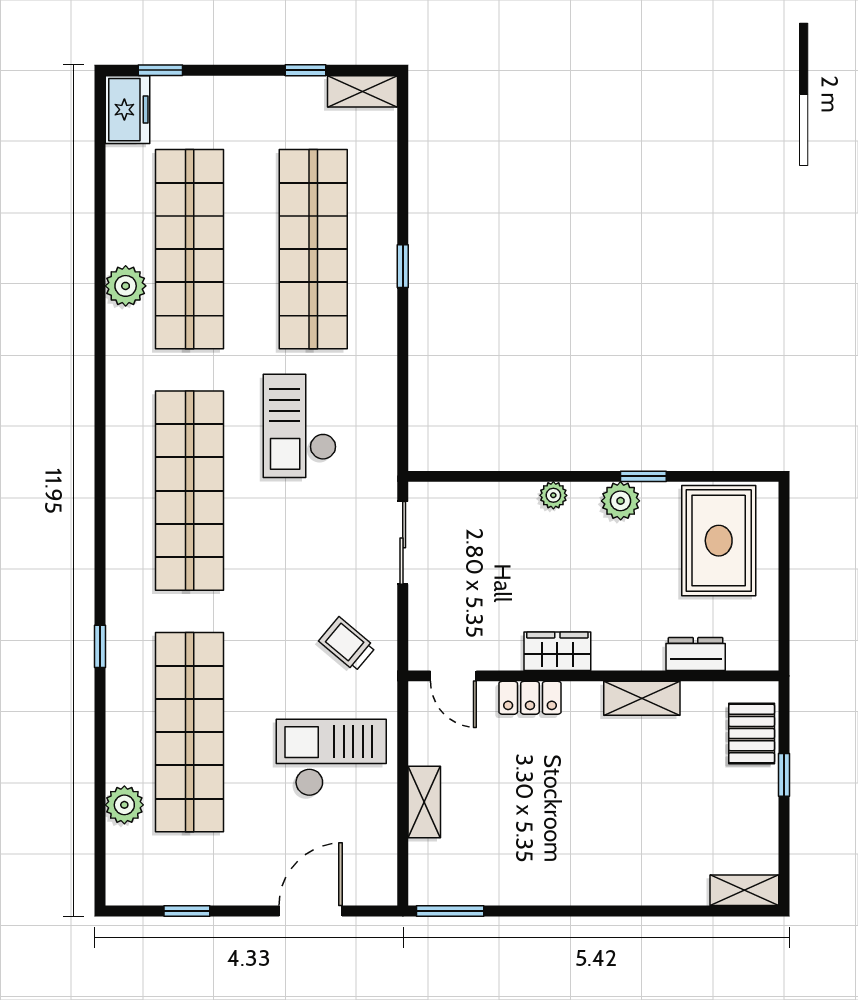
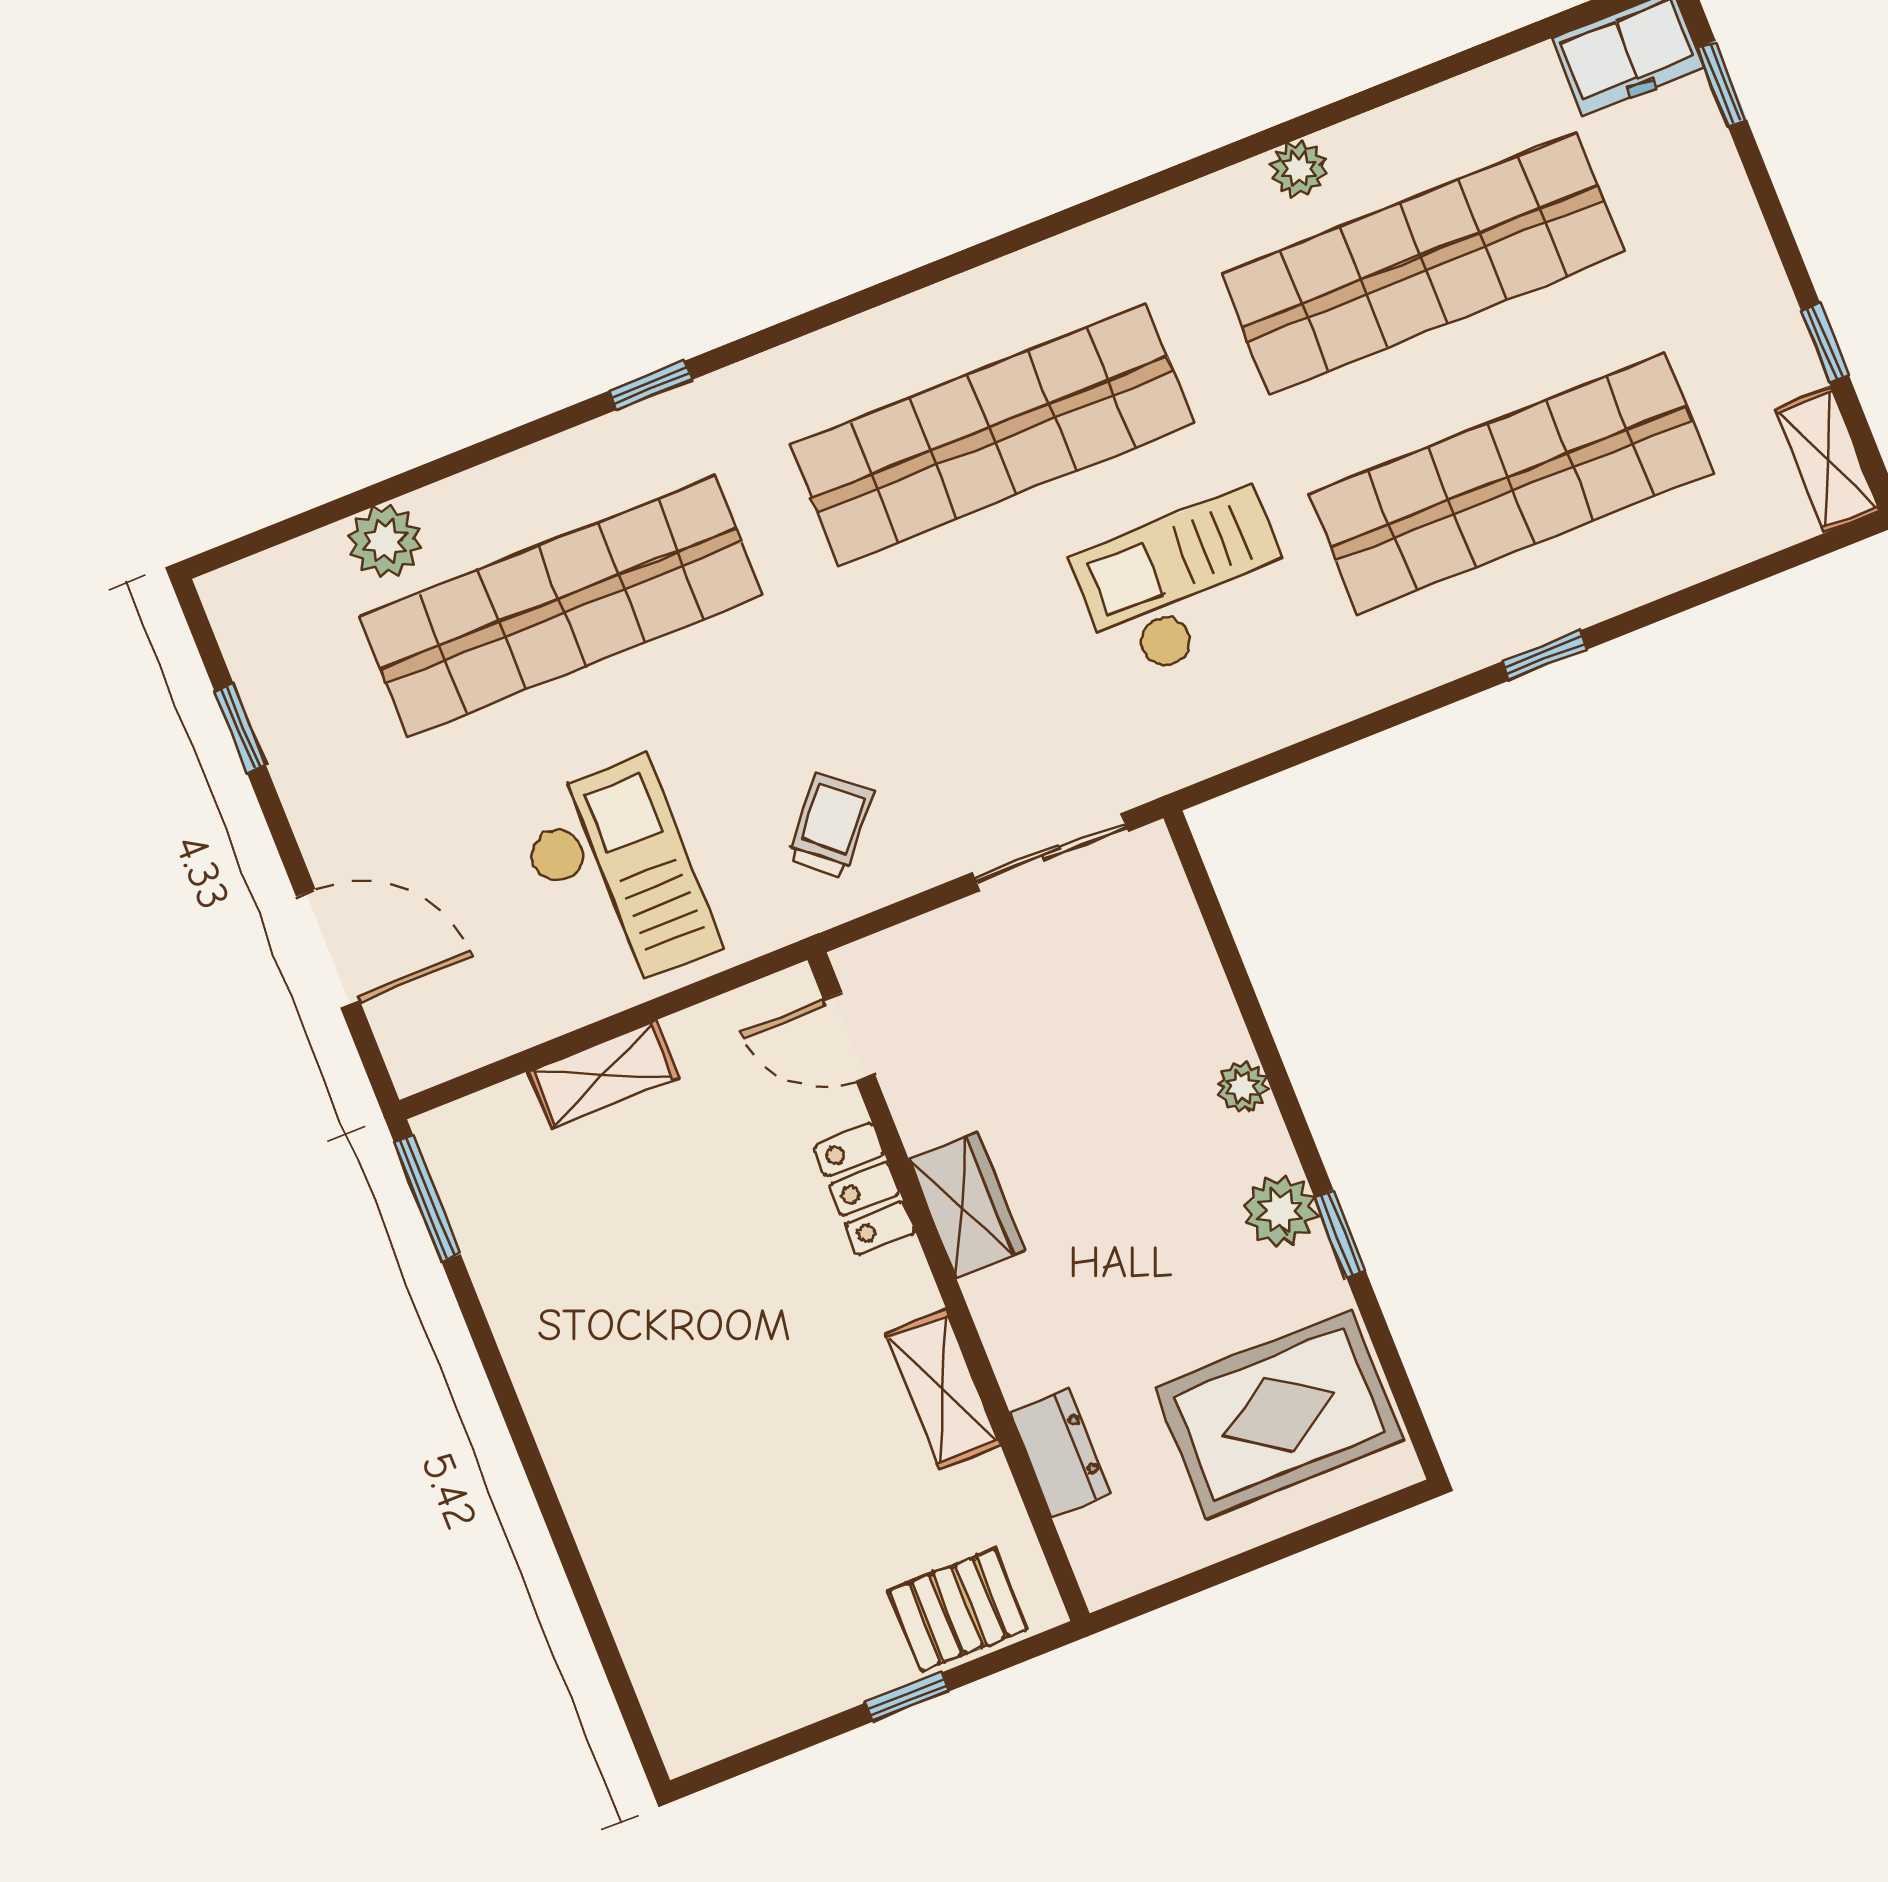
plant: (126, 286) -> (1298, 169), width x0.73, depth x0.73
door: (453, 676) -> (849, 1037), hinge flipped
shelving: (744, 890) -> (673, 1708), removed

